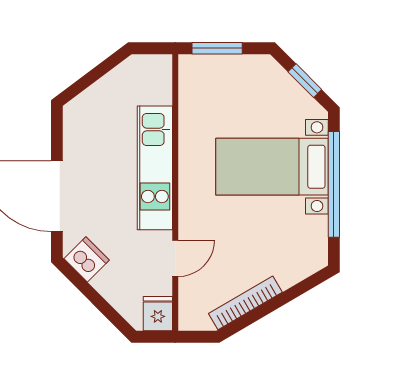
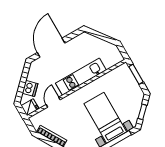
door: (175, 258) -> (53, 102), swing flipped
dishwasher: (87, 259) -> (30, 88), moved

